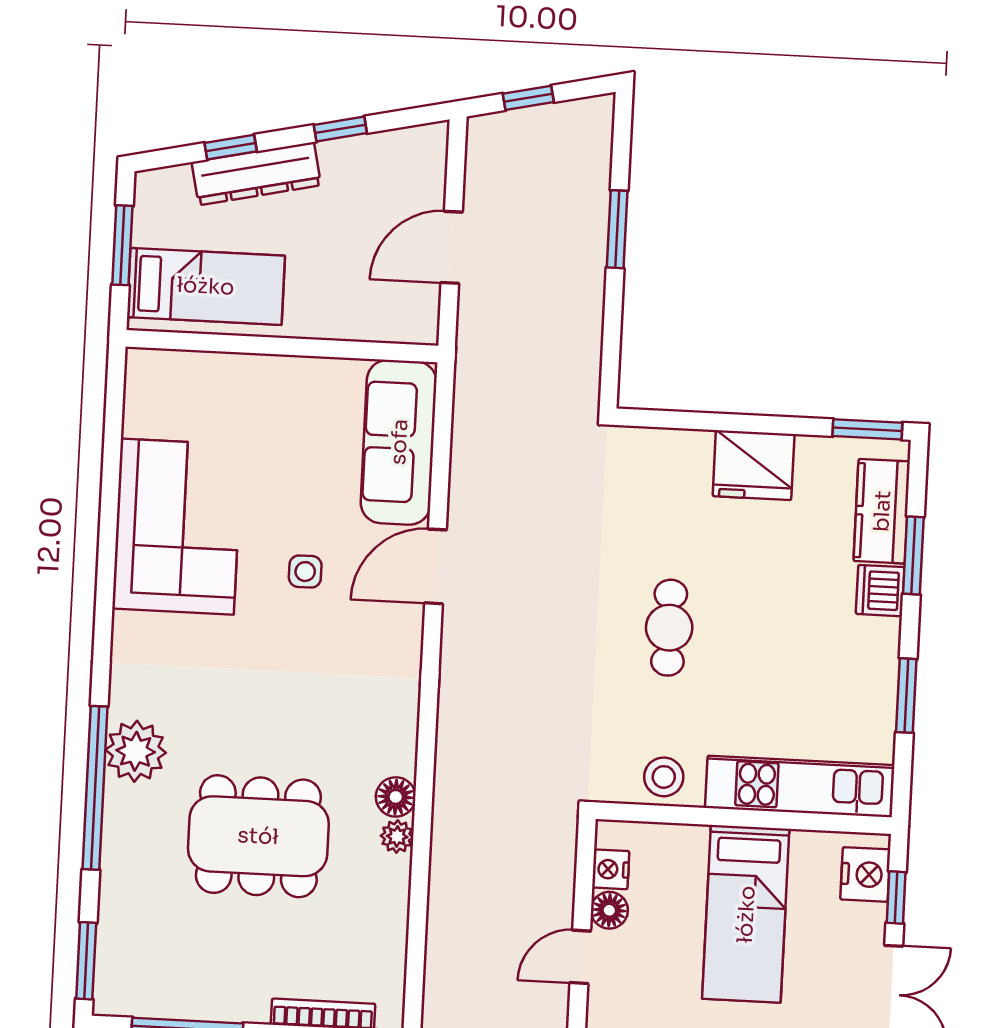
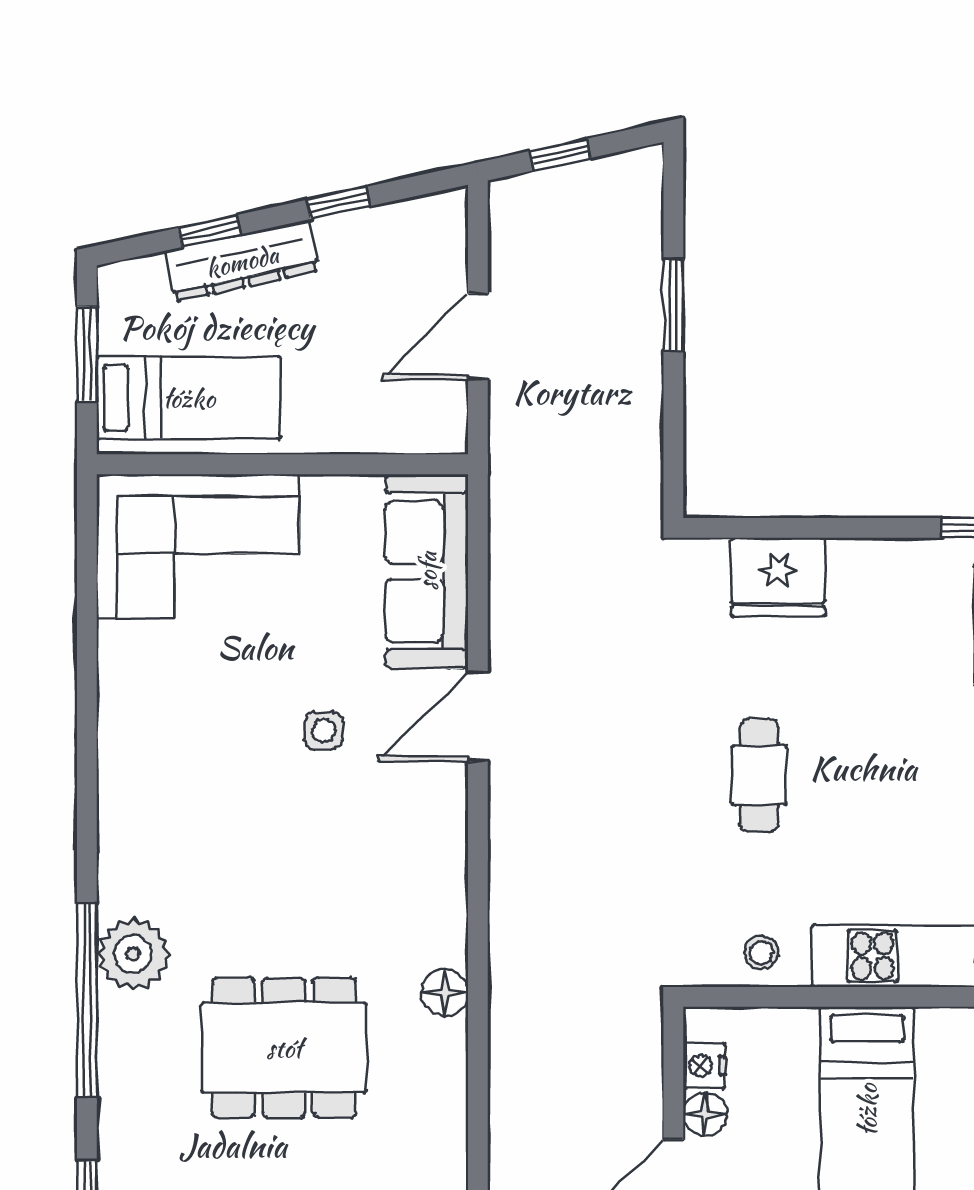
fridge: (754, 465) -> (778, 577), moved
corner sofa: (177, 527) -> (198, 546), moved, turned 90
stool: (664, 777) -> (762, 953), width x0.73, depth x0.73
plant: (397, 837) -> (449, 1039), removed

